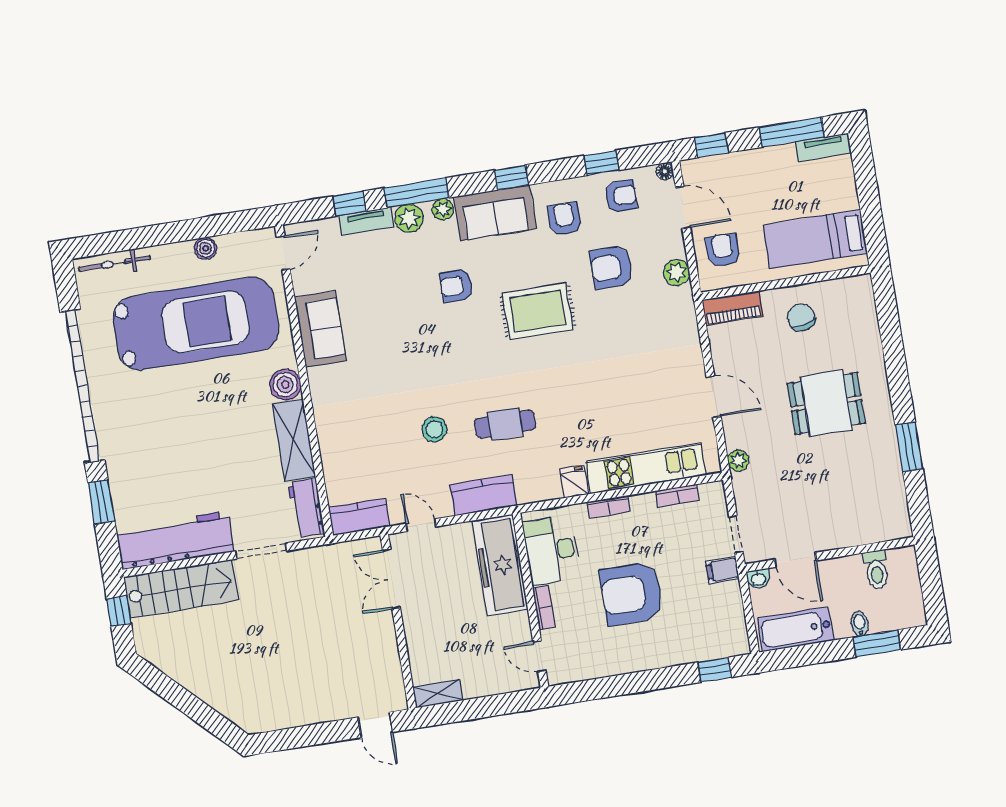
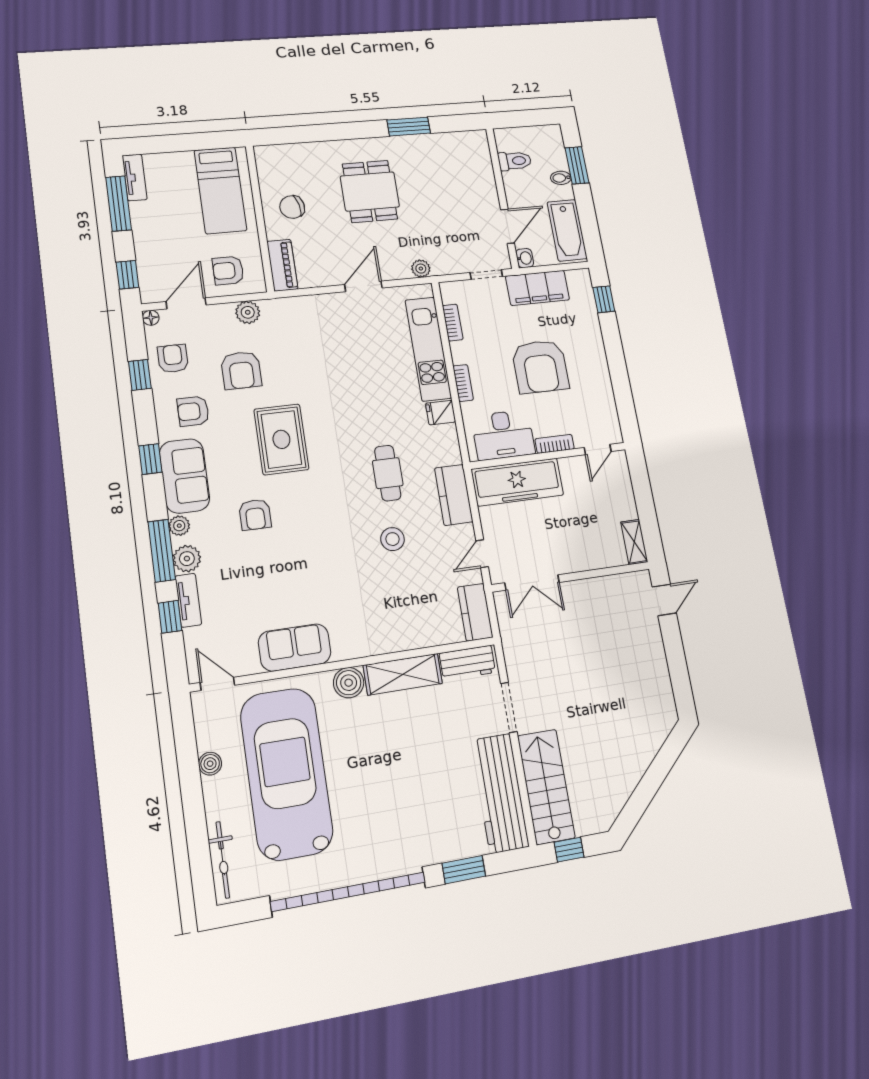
filing cabinet: (723, 570) -> (538, 288), width x3.00, depth x1.17

